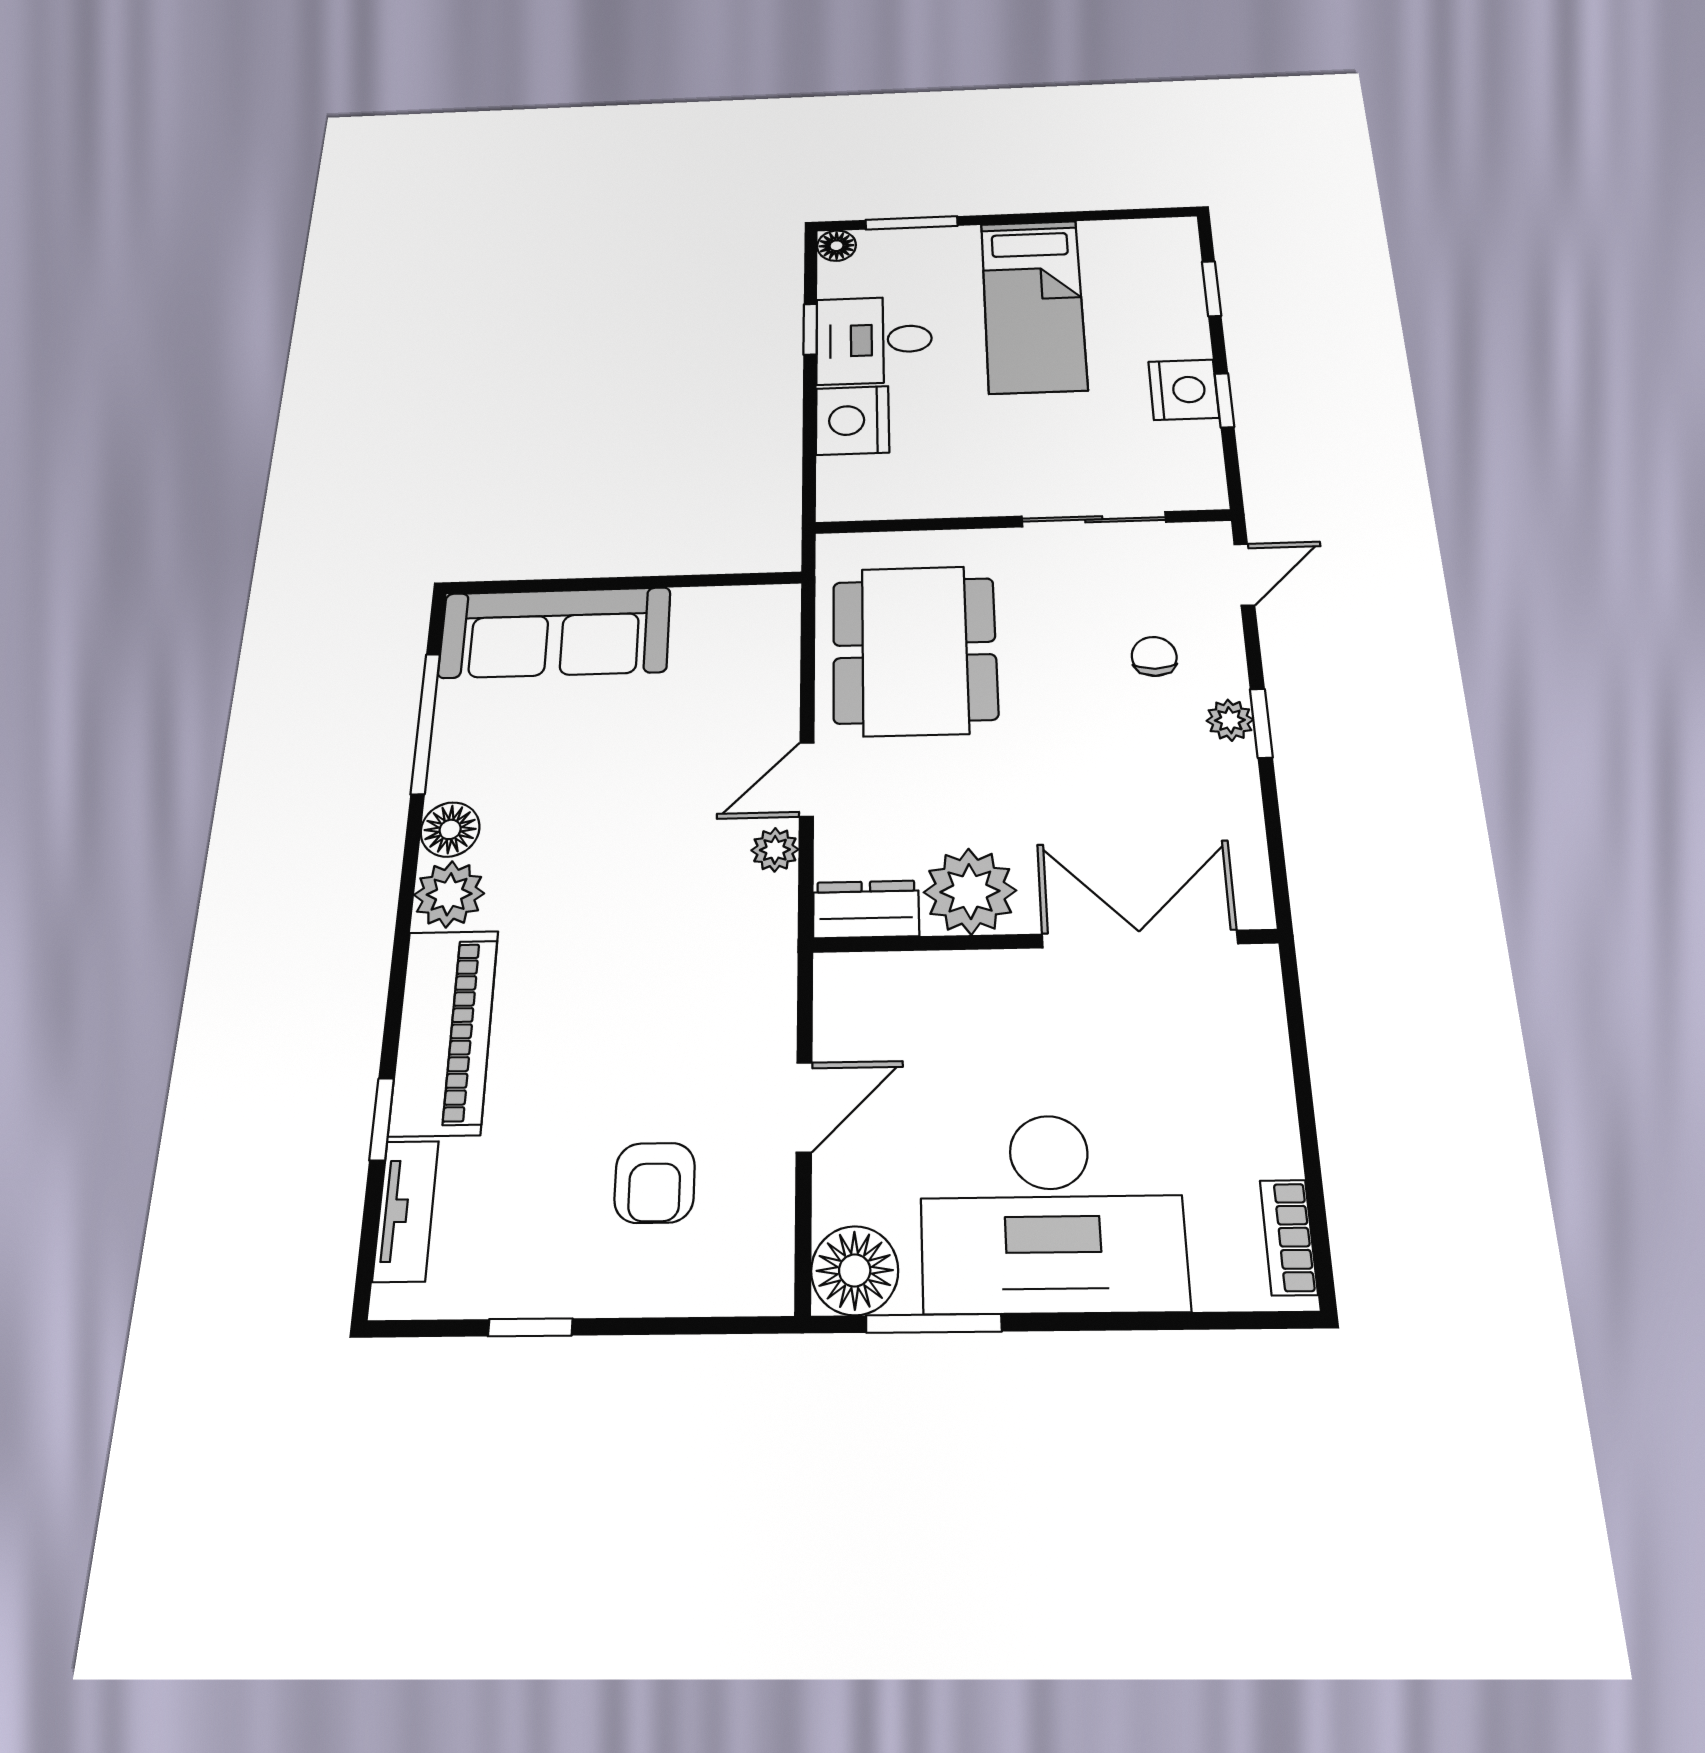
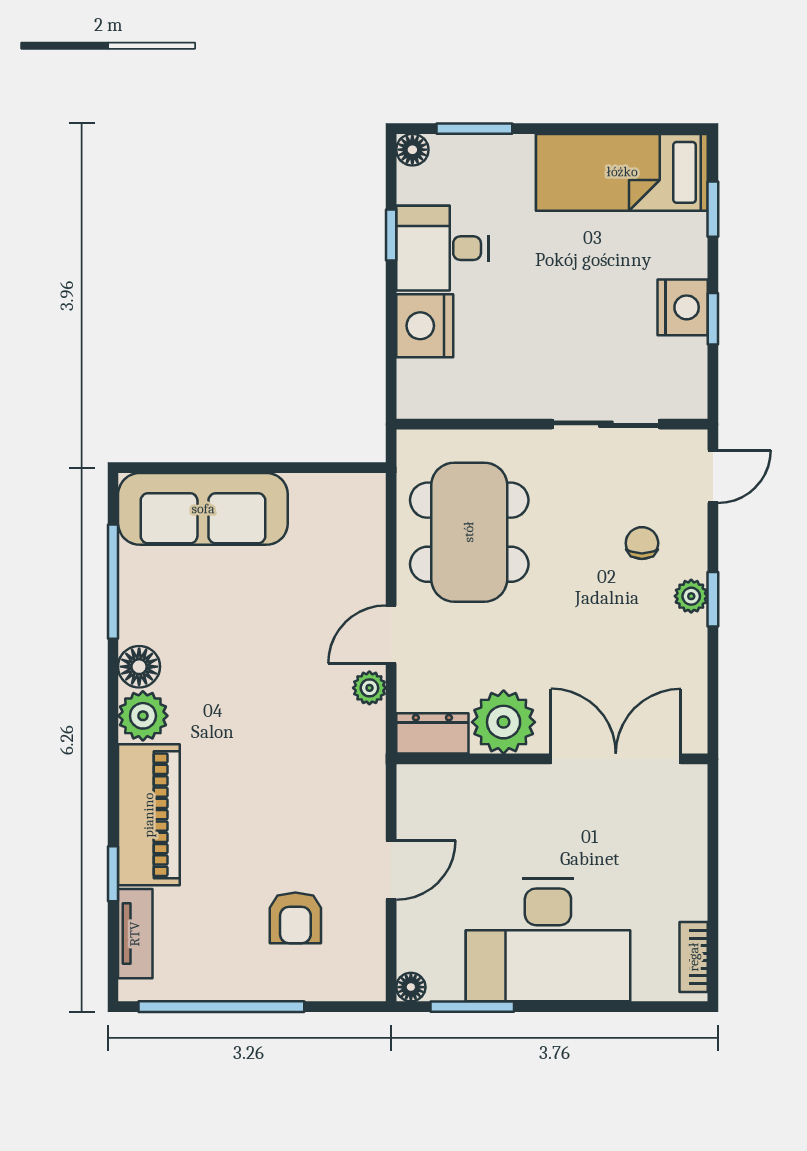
bed: (1033, 306) -> (622, 172), moved, turned 90
floor lamp: (855, 1270) -> (411, 987), width x0.53, depth x0.53
window: (530, 1327) -> (221, 1007), width x3.17

